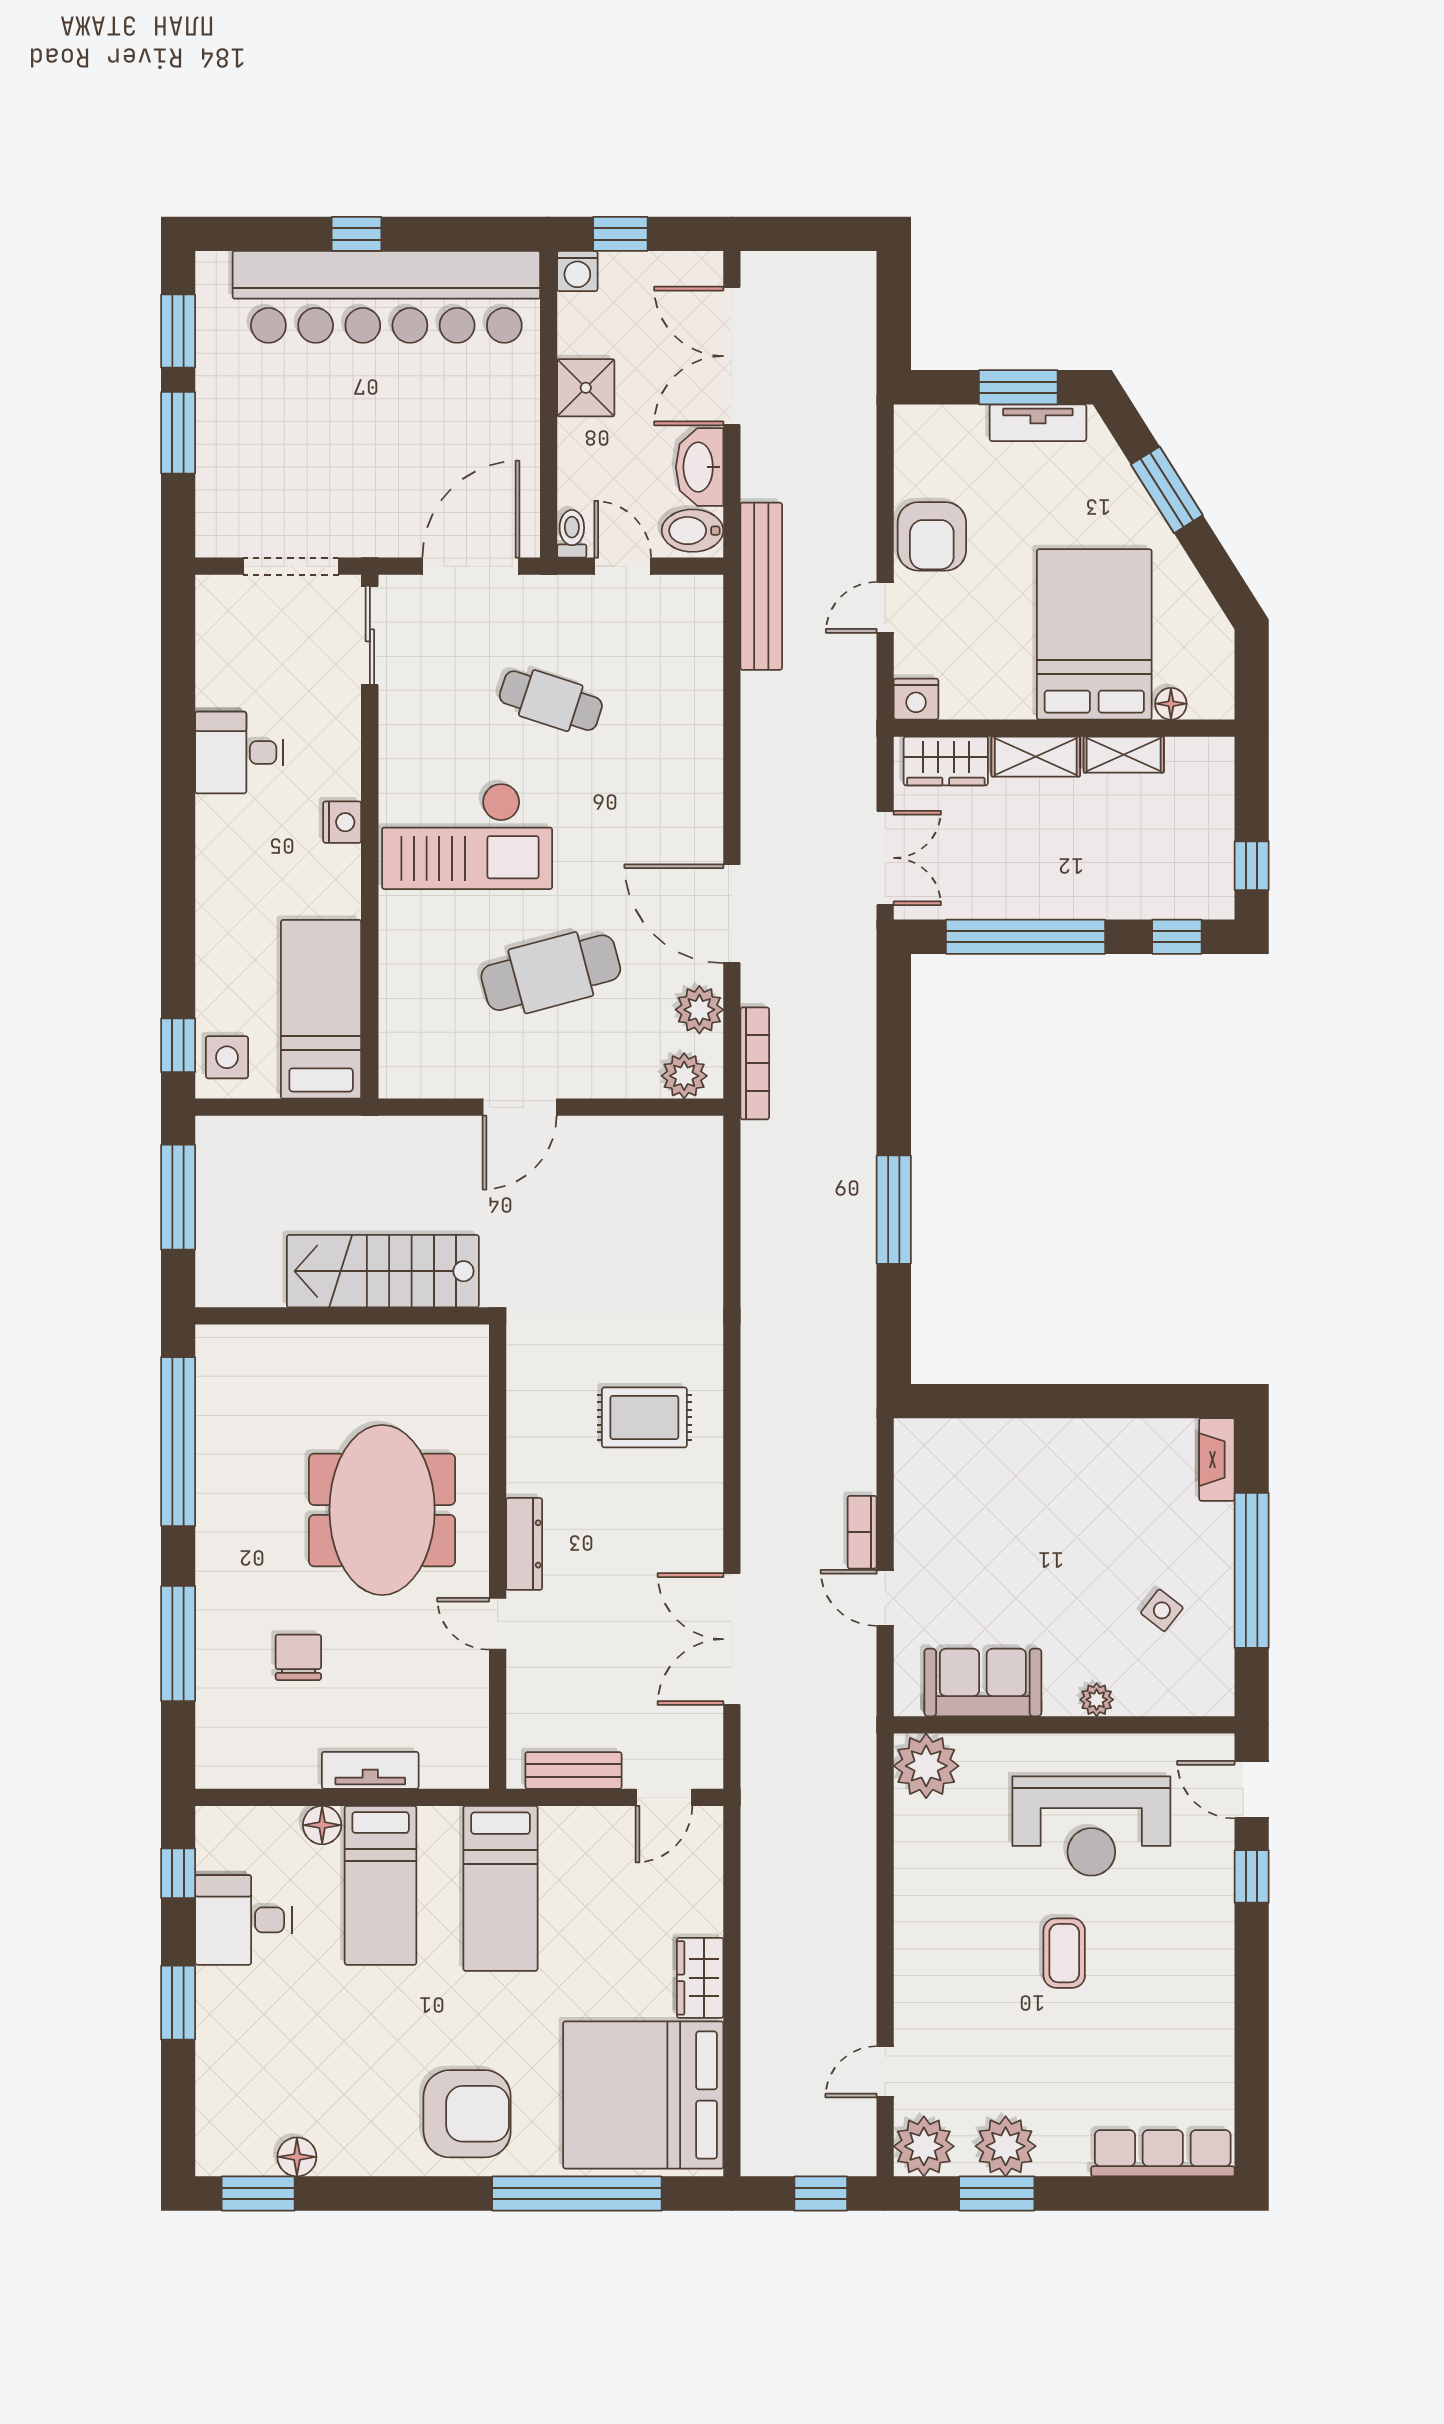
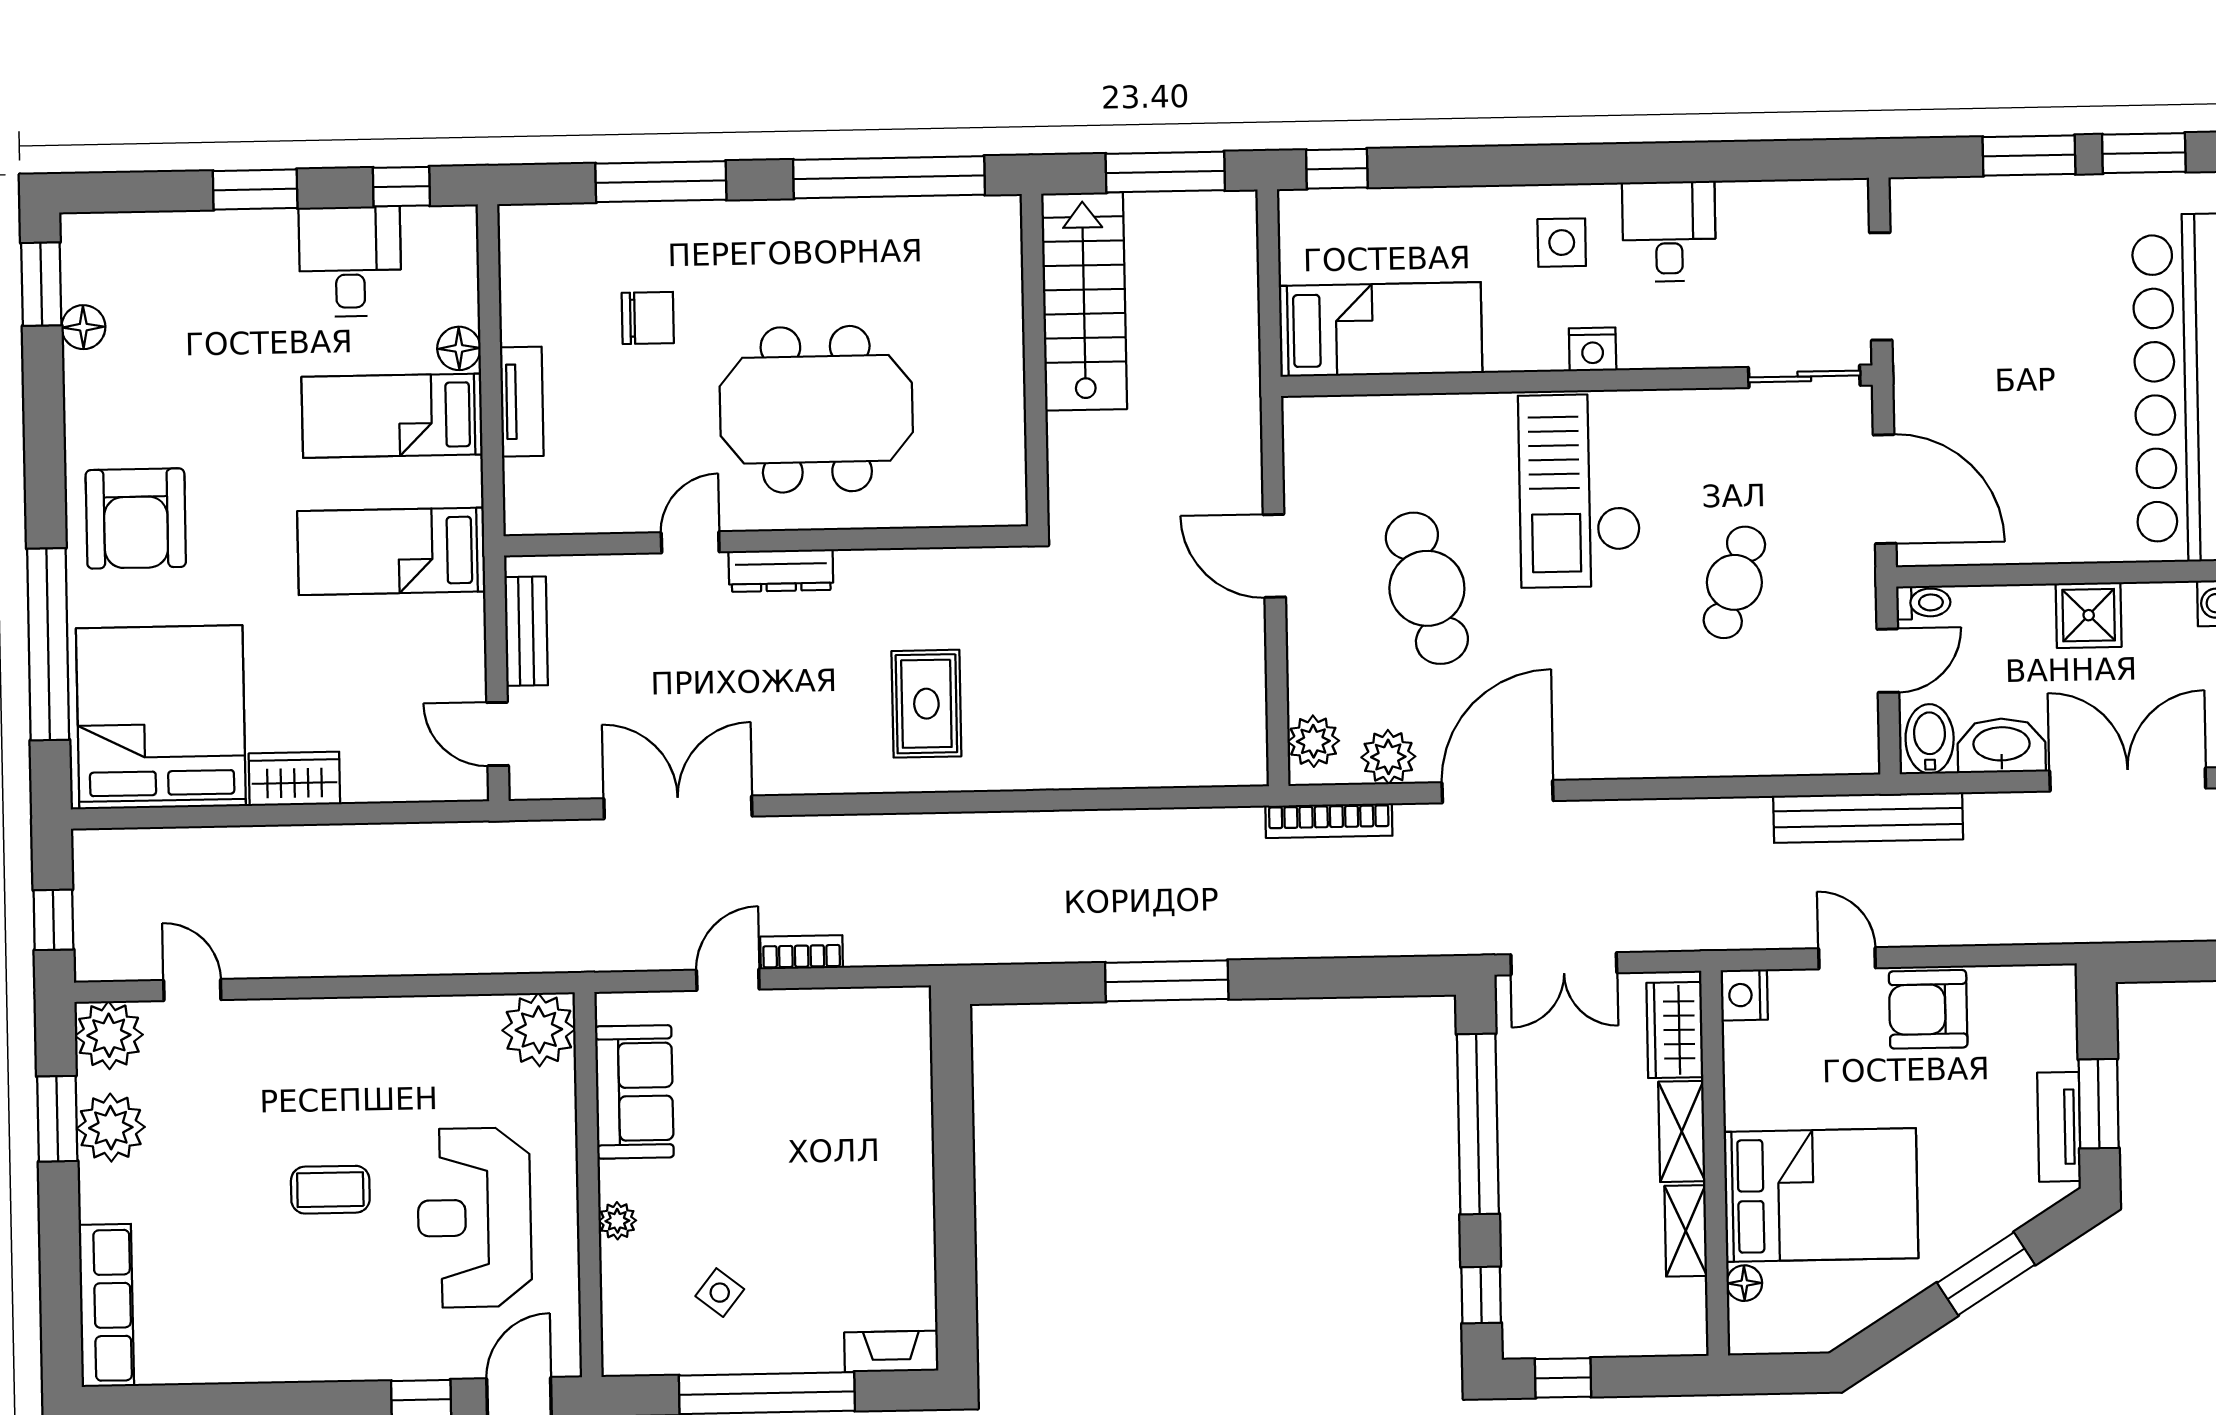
side table: (227, 1057) -> (1562, 243), moved
stairs: (383, 1271) -> (1084, 301), moved

